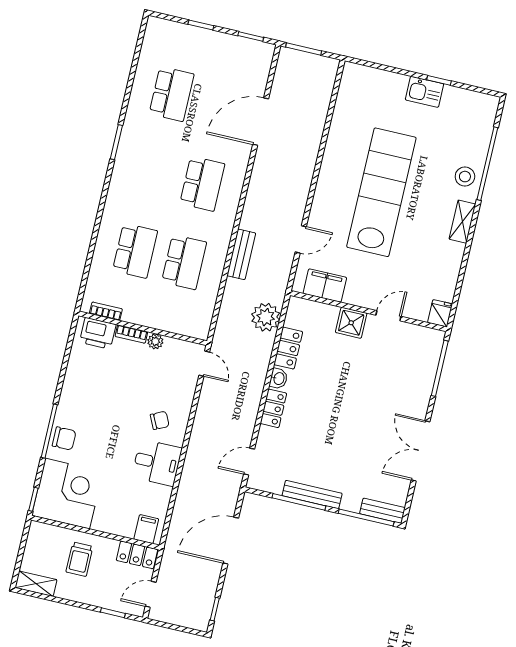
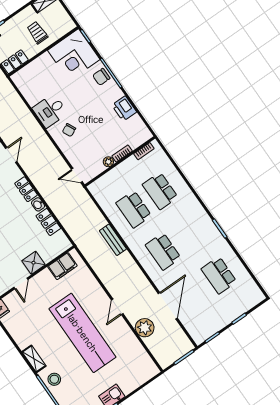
door: (301, 239) -> (117, 307), moved
plant: (266, 317) -> (145, 328), moved
printer: (98, 333) -> (124, 109), moved, turned -90
filing cabinet: (146, 529) -> (23, 77), removed

